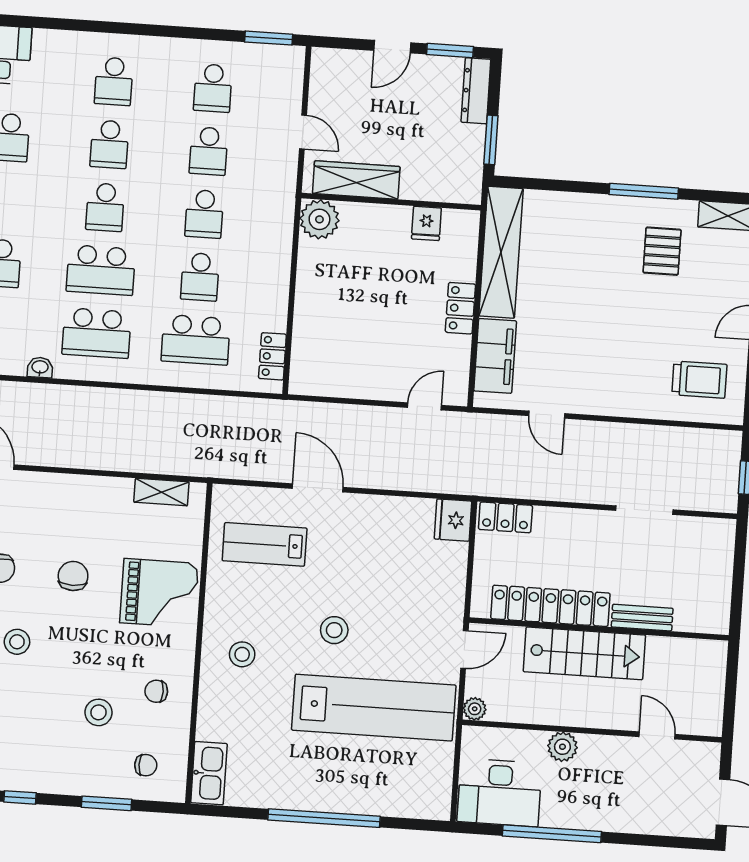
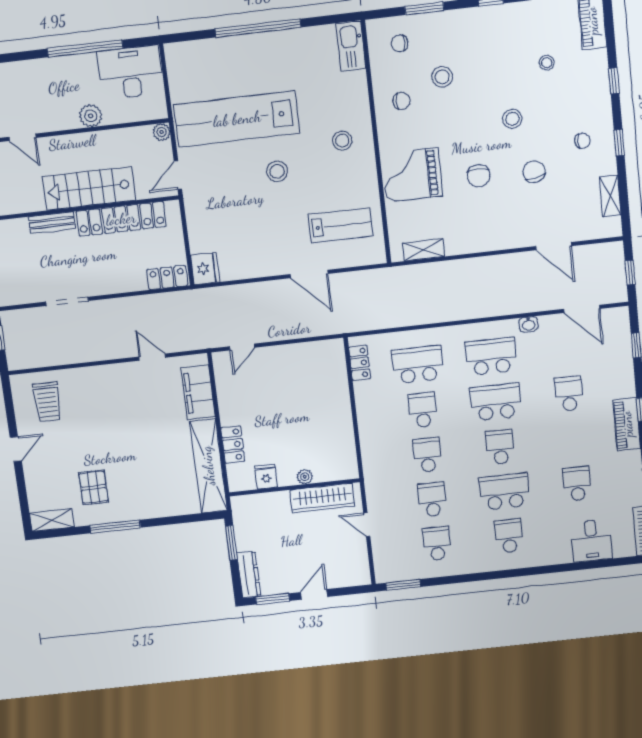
school desk: (109, 144) -> (505, 492), width x1.85
plant: (319, 219) -> (305, 477), moved, width x0.53, depth x0.53
locker: (460, 308) -> (233, 445), moved
trolley: (699, 380) -> (47, 402), turned -90

